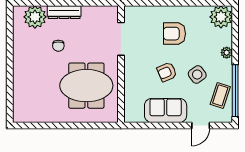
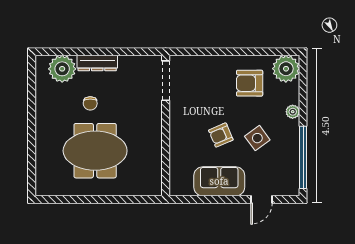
armchair: (174, 34) -> (250, 83), moved
doorway: (121, 39) -> (166, 81), moved
meeting table: (86, 86) -> (95, 151), moved
coffee table: (220, 95) -> (285, 163), removed

